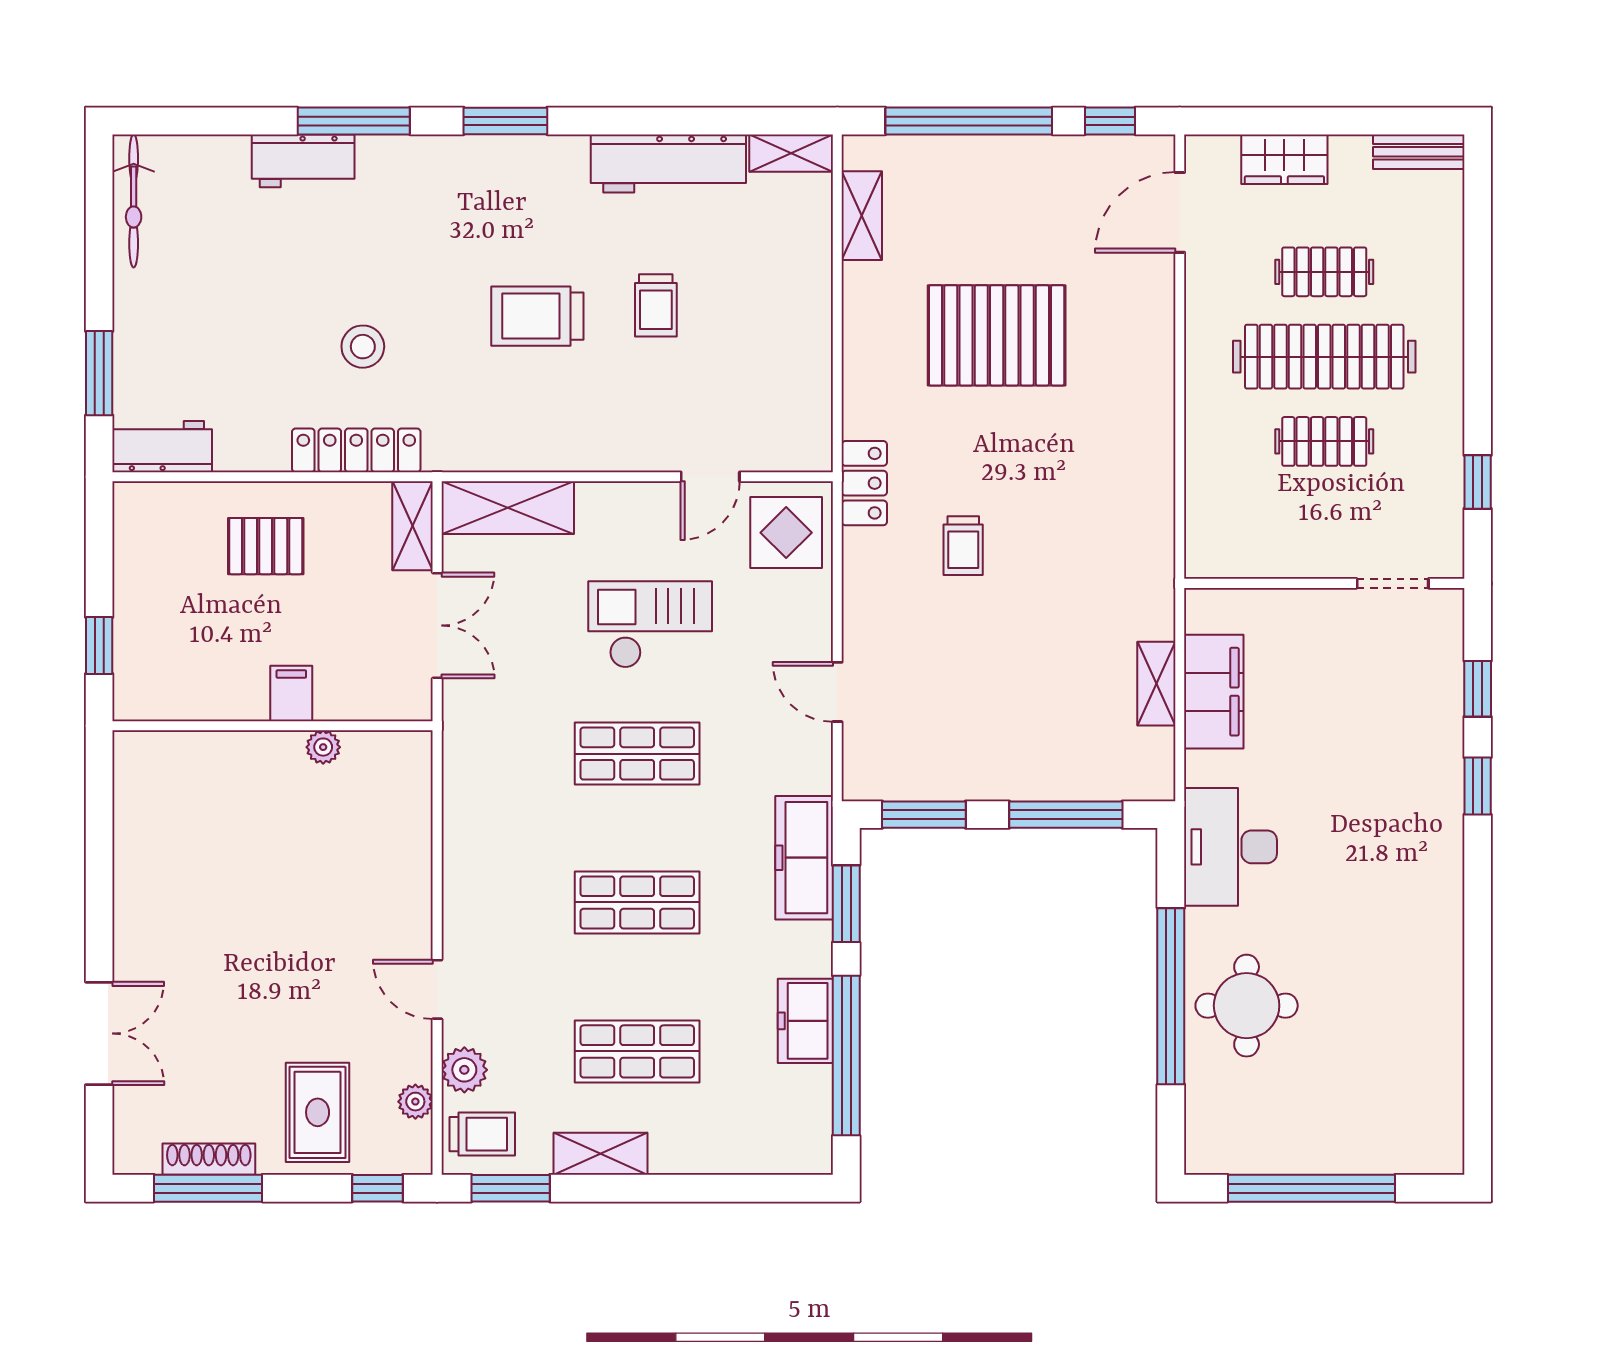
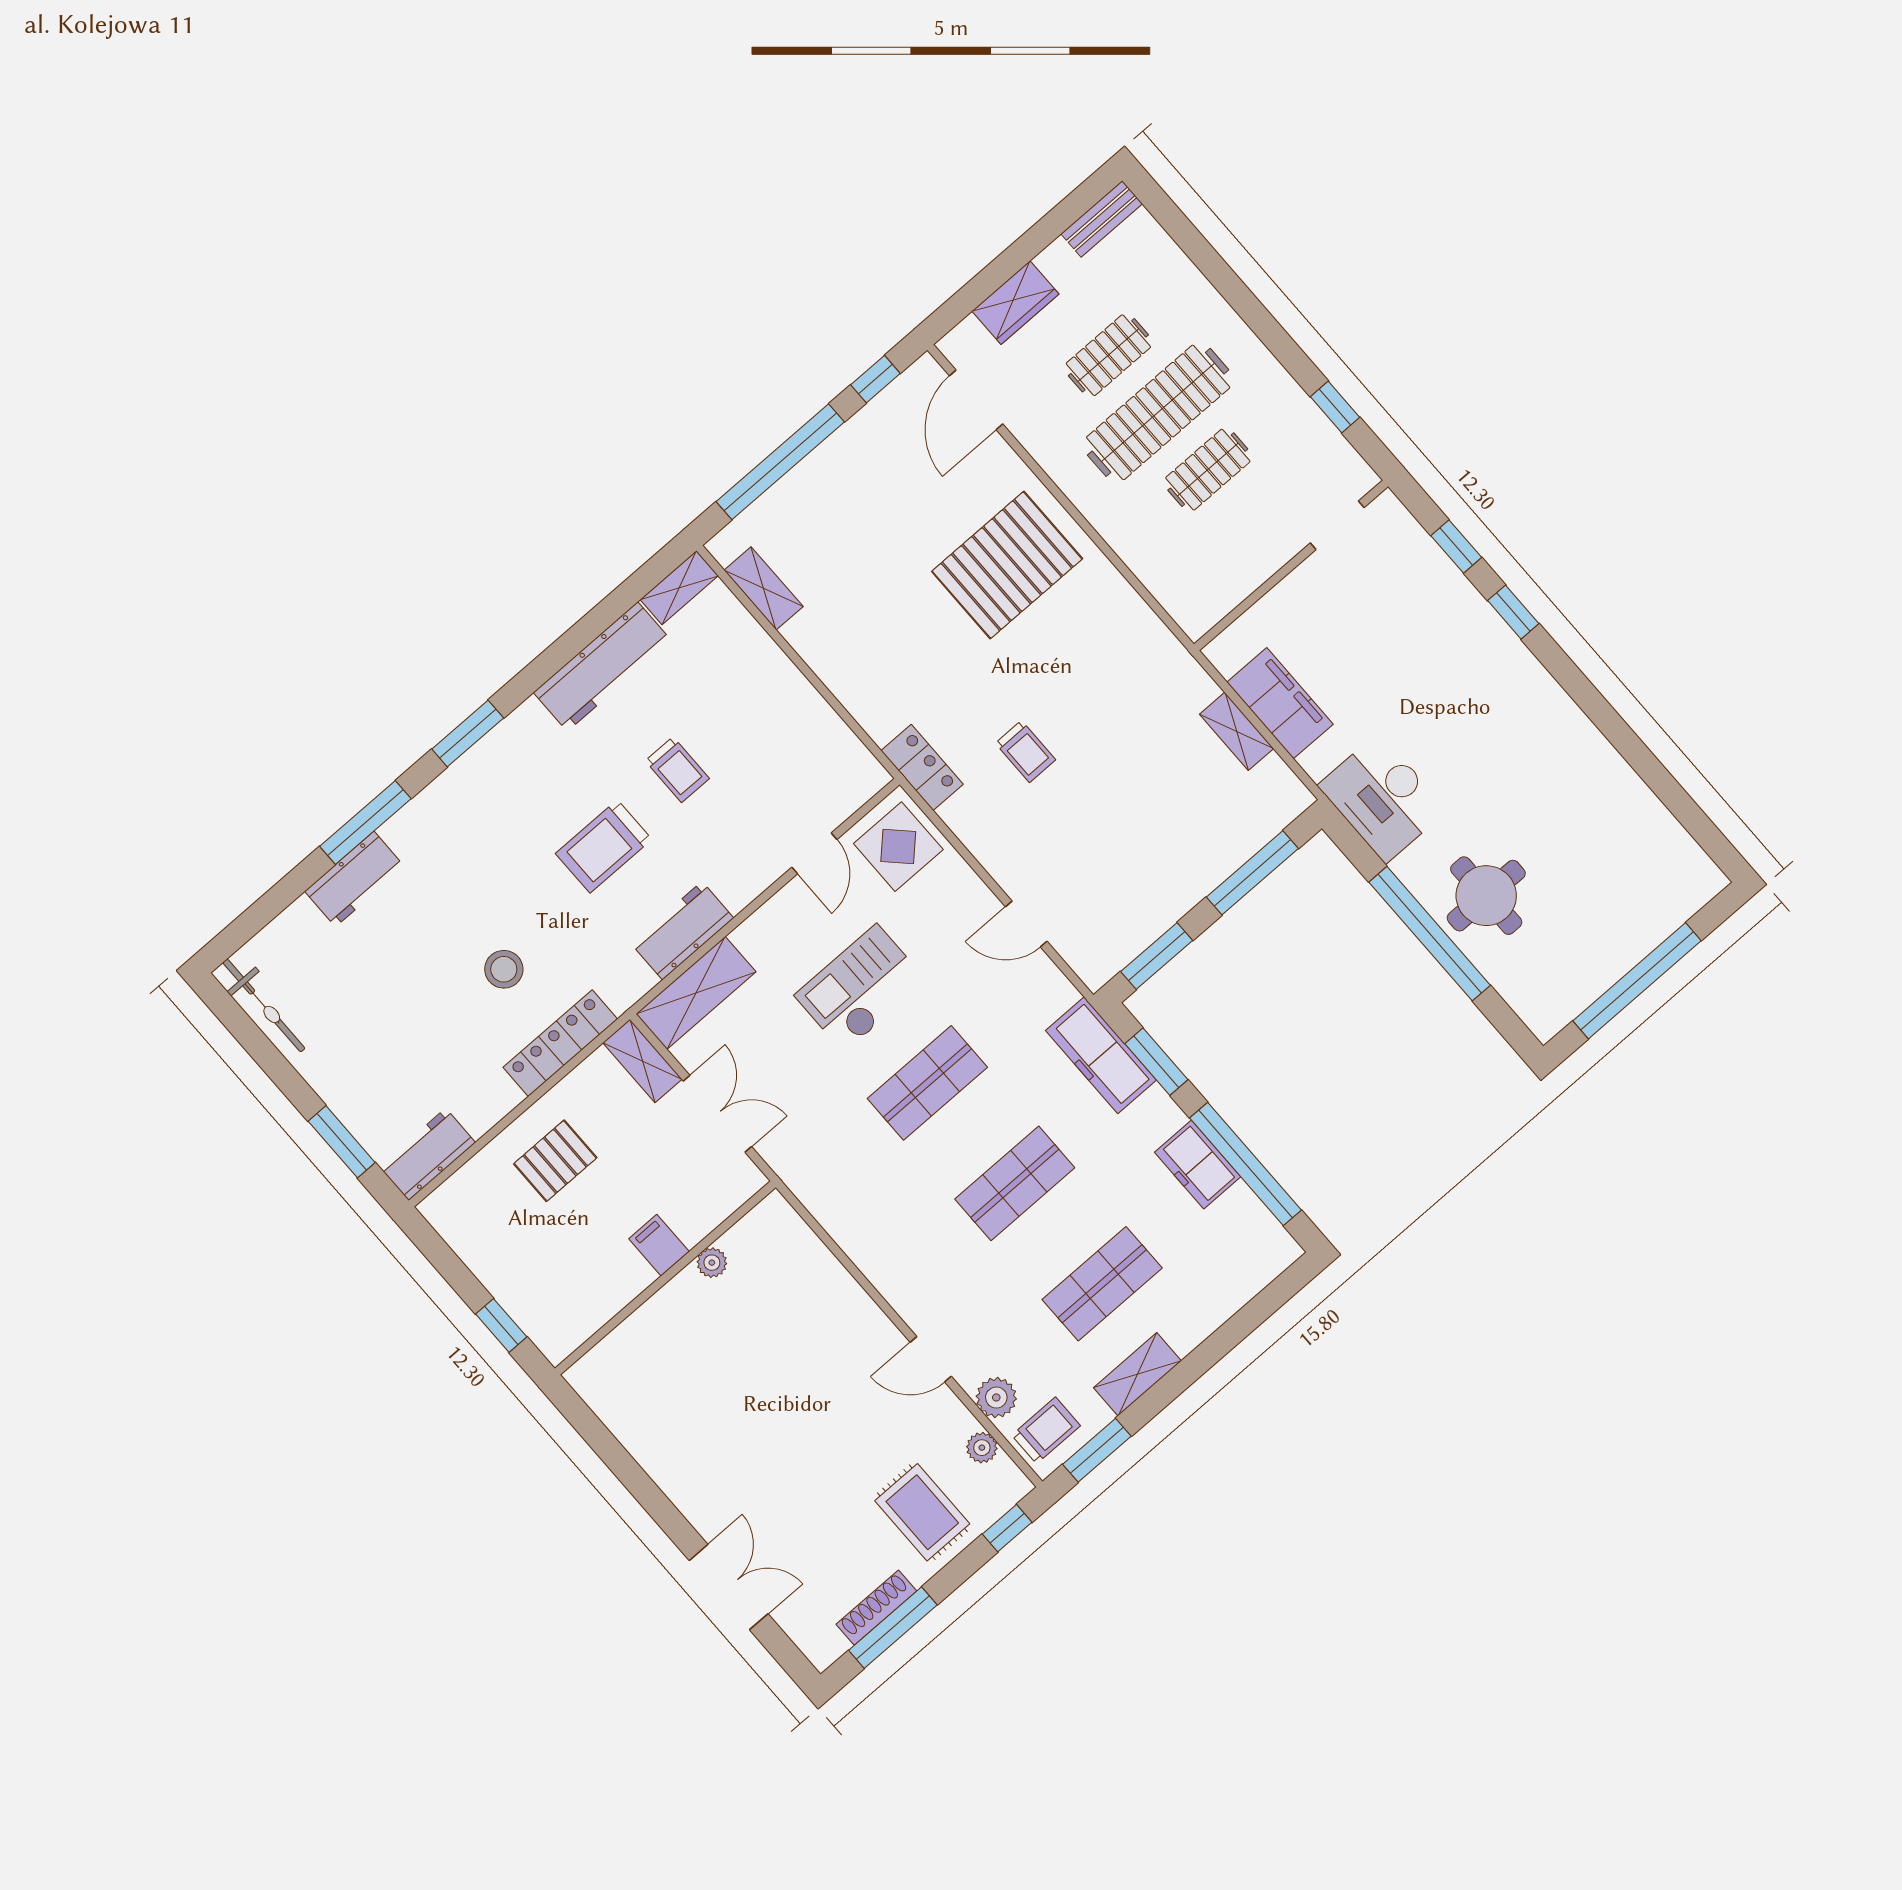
pallet: (997, 335) -> (1007, 565), moved
workbench: (542, 445) -> (682, 931), added

